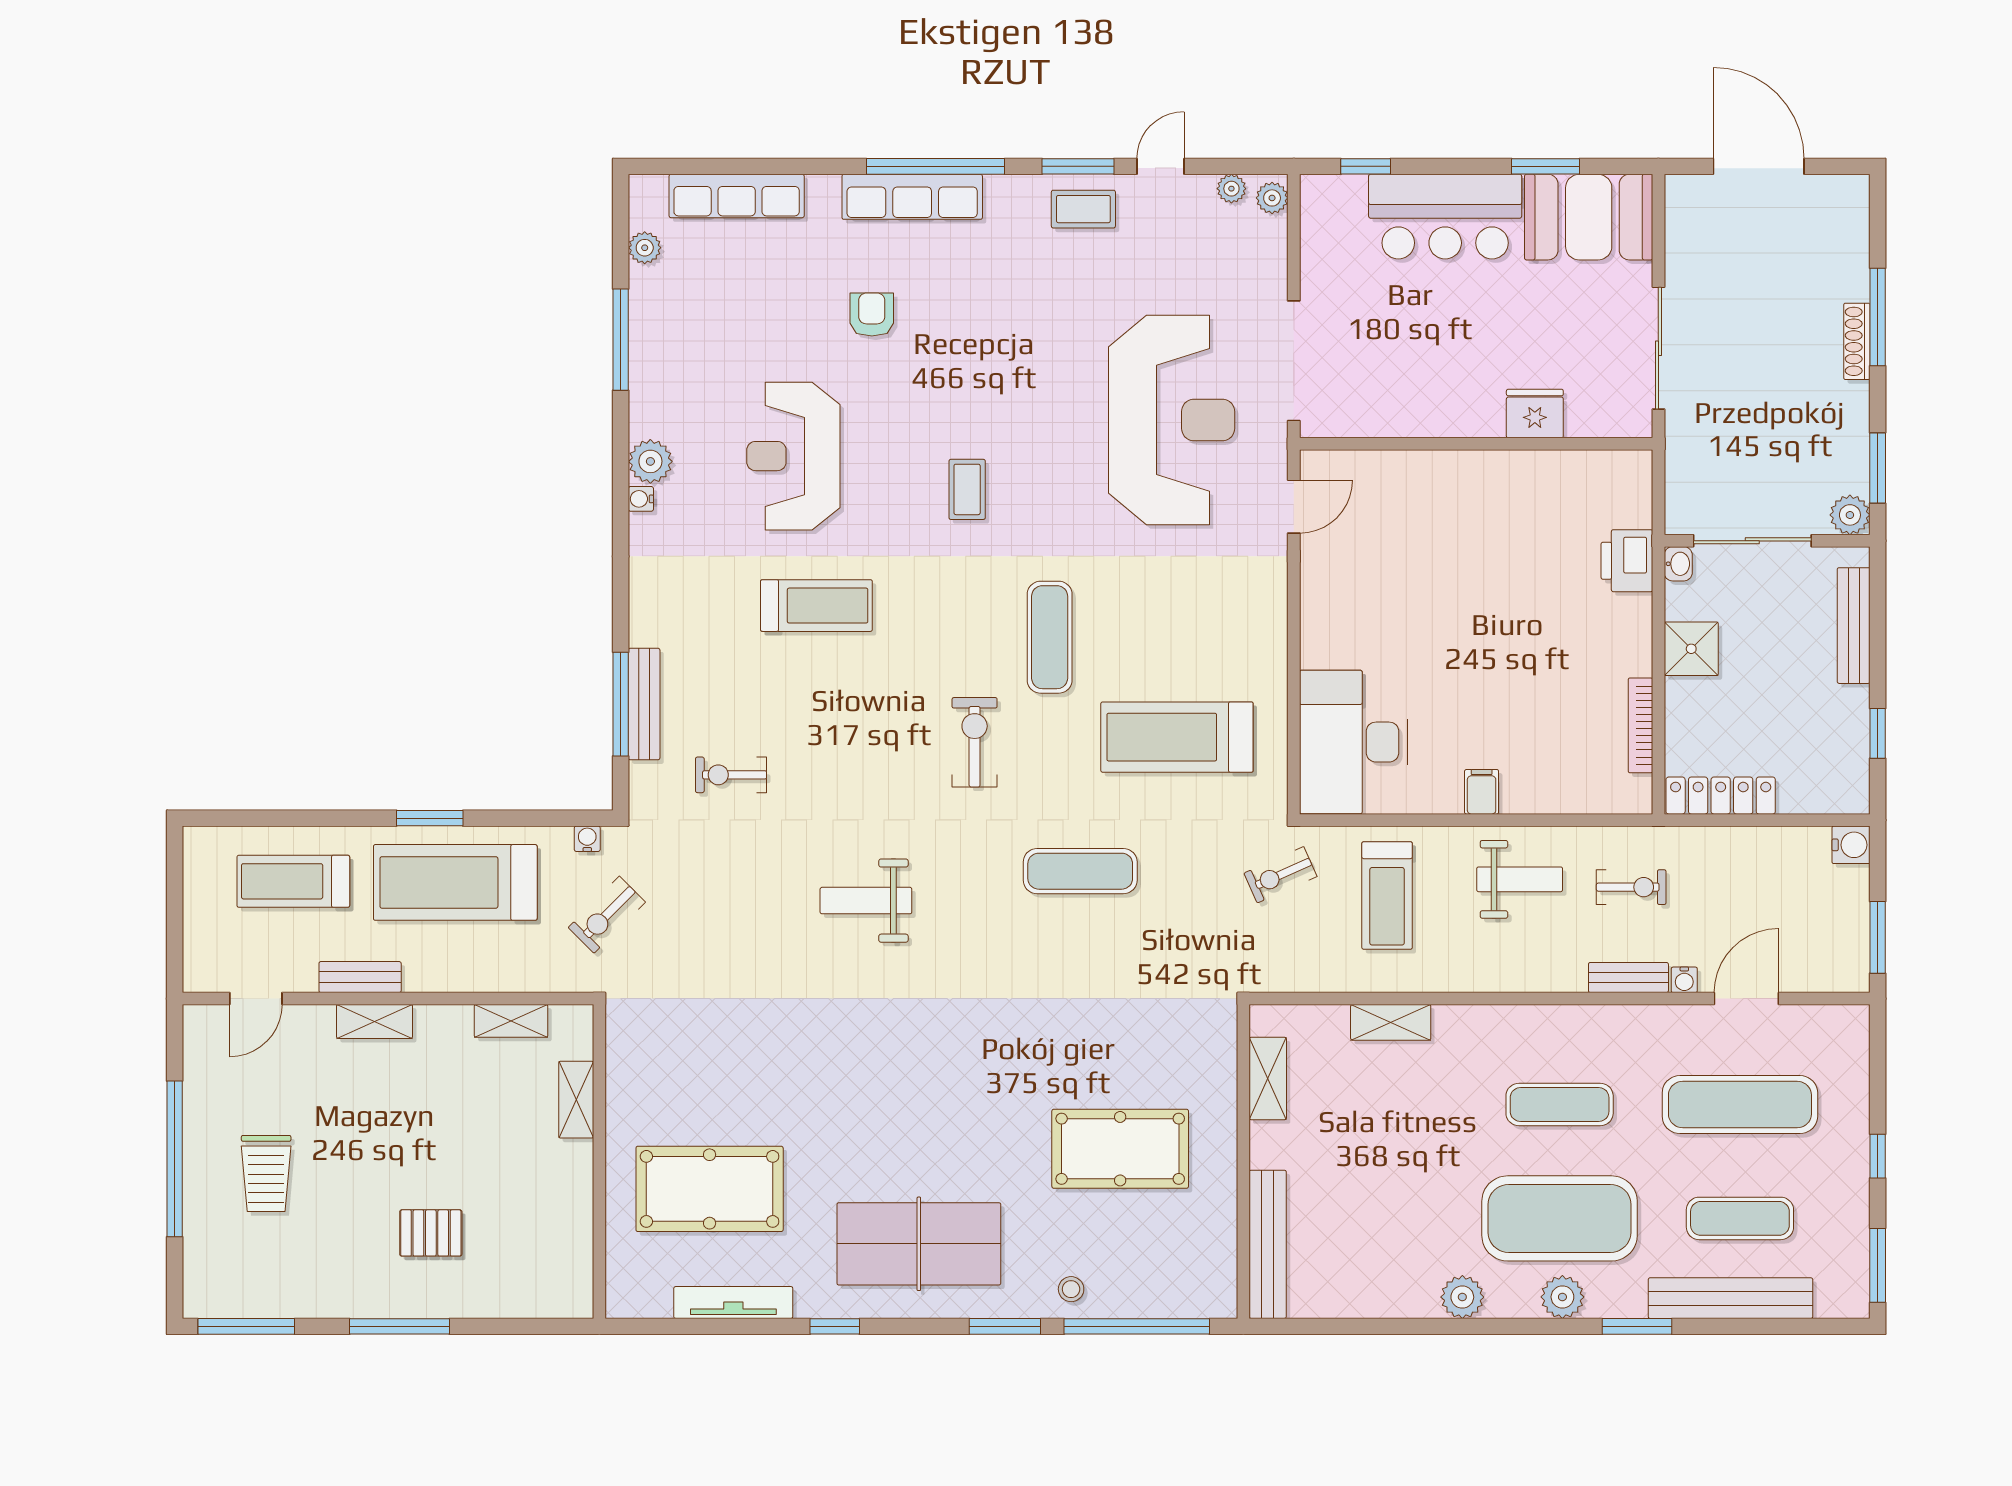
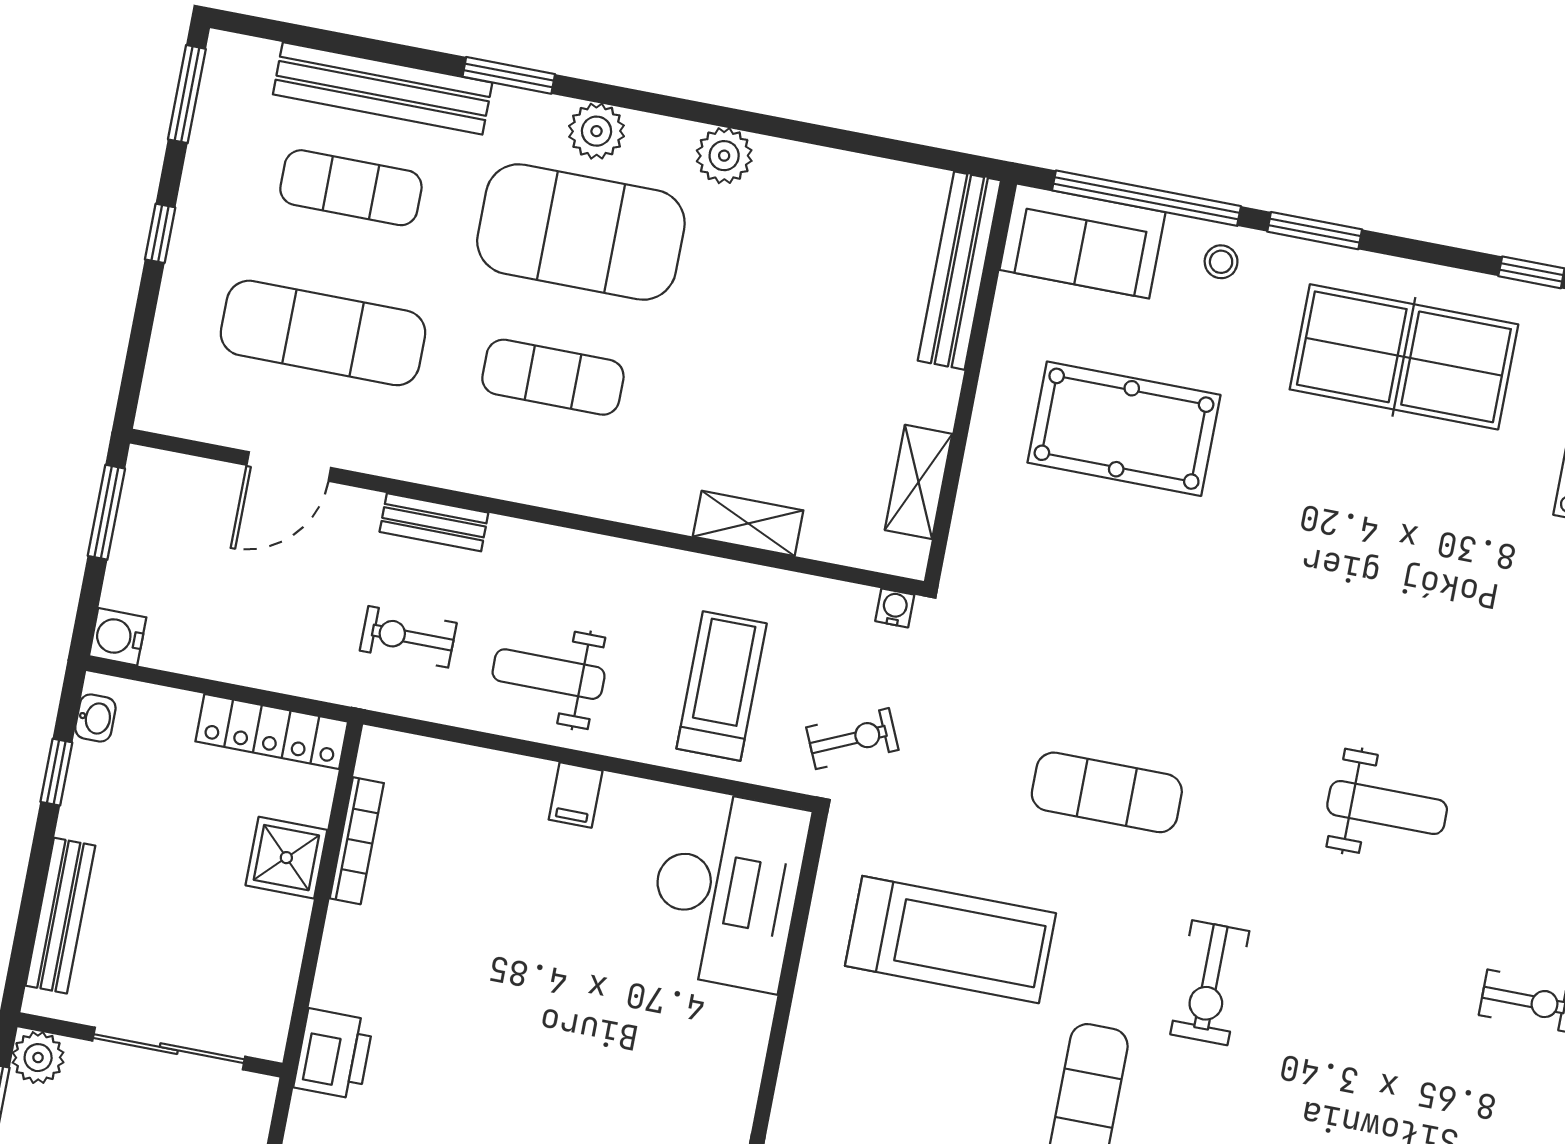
washbasin: (1678, 564) -> (95, 718), moved, turned 180
shower: (1691, 649) -> (286, 858), moved
water cooler: (1684, 980) -> (895, 608), moved
sofa: (1179, 1285) -> (1083, 241), added

